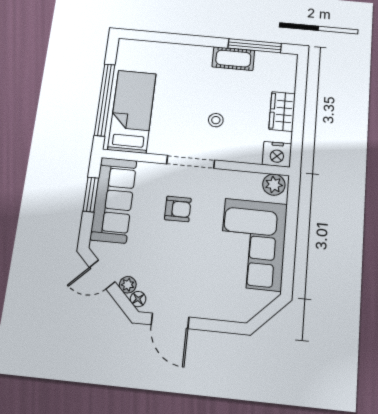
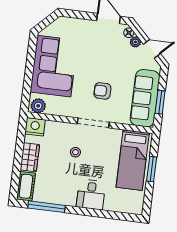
cot: (233, 59) -> (26, 186), moved, turned 90
desk: (192, 63) -> (91, 195), added
window: (105, 100) -> (152, 169), width x0.47

